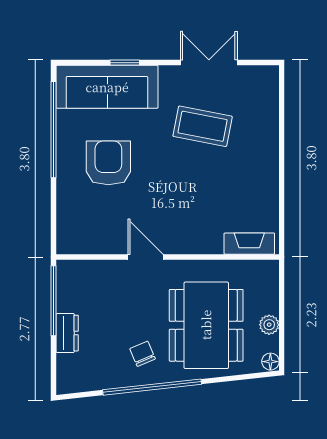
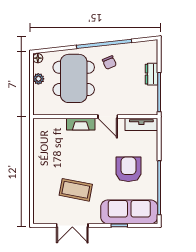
armchair: (108, 163) -> (128, 169), turned 180
tv unit: (85, 243) -> (141, 124), added
fireplace: (249, 244) -> (81, 124), moved

